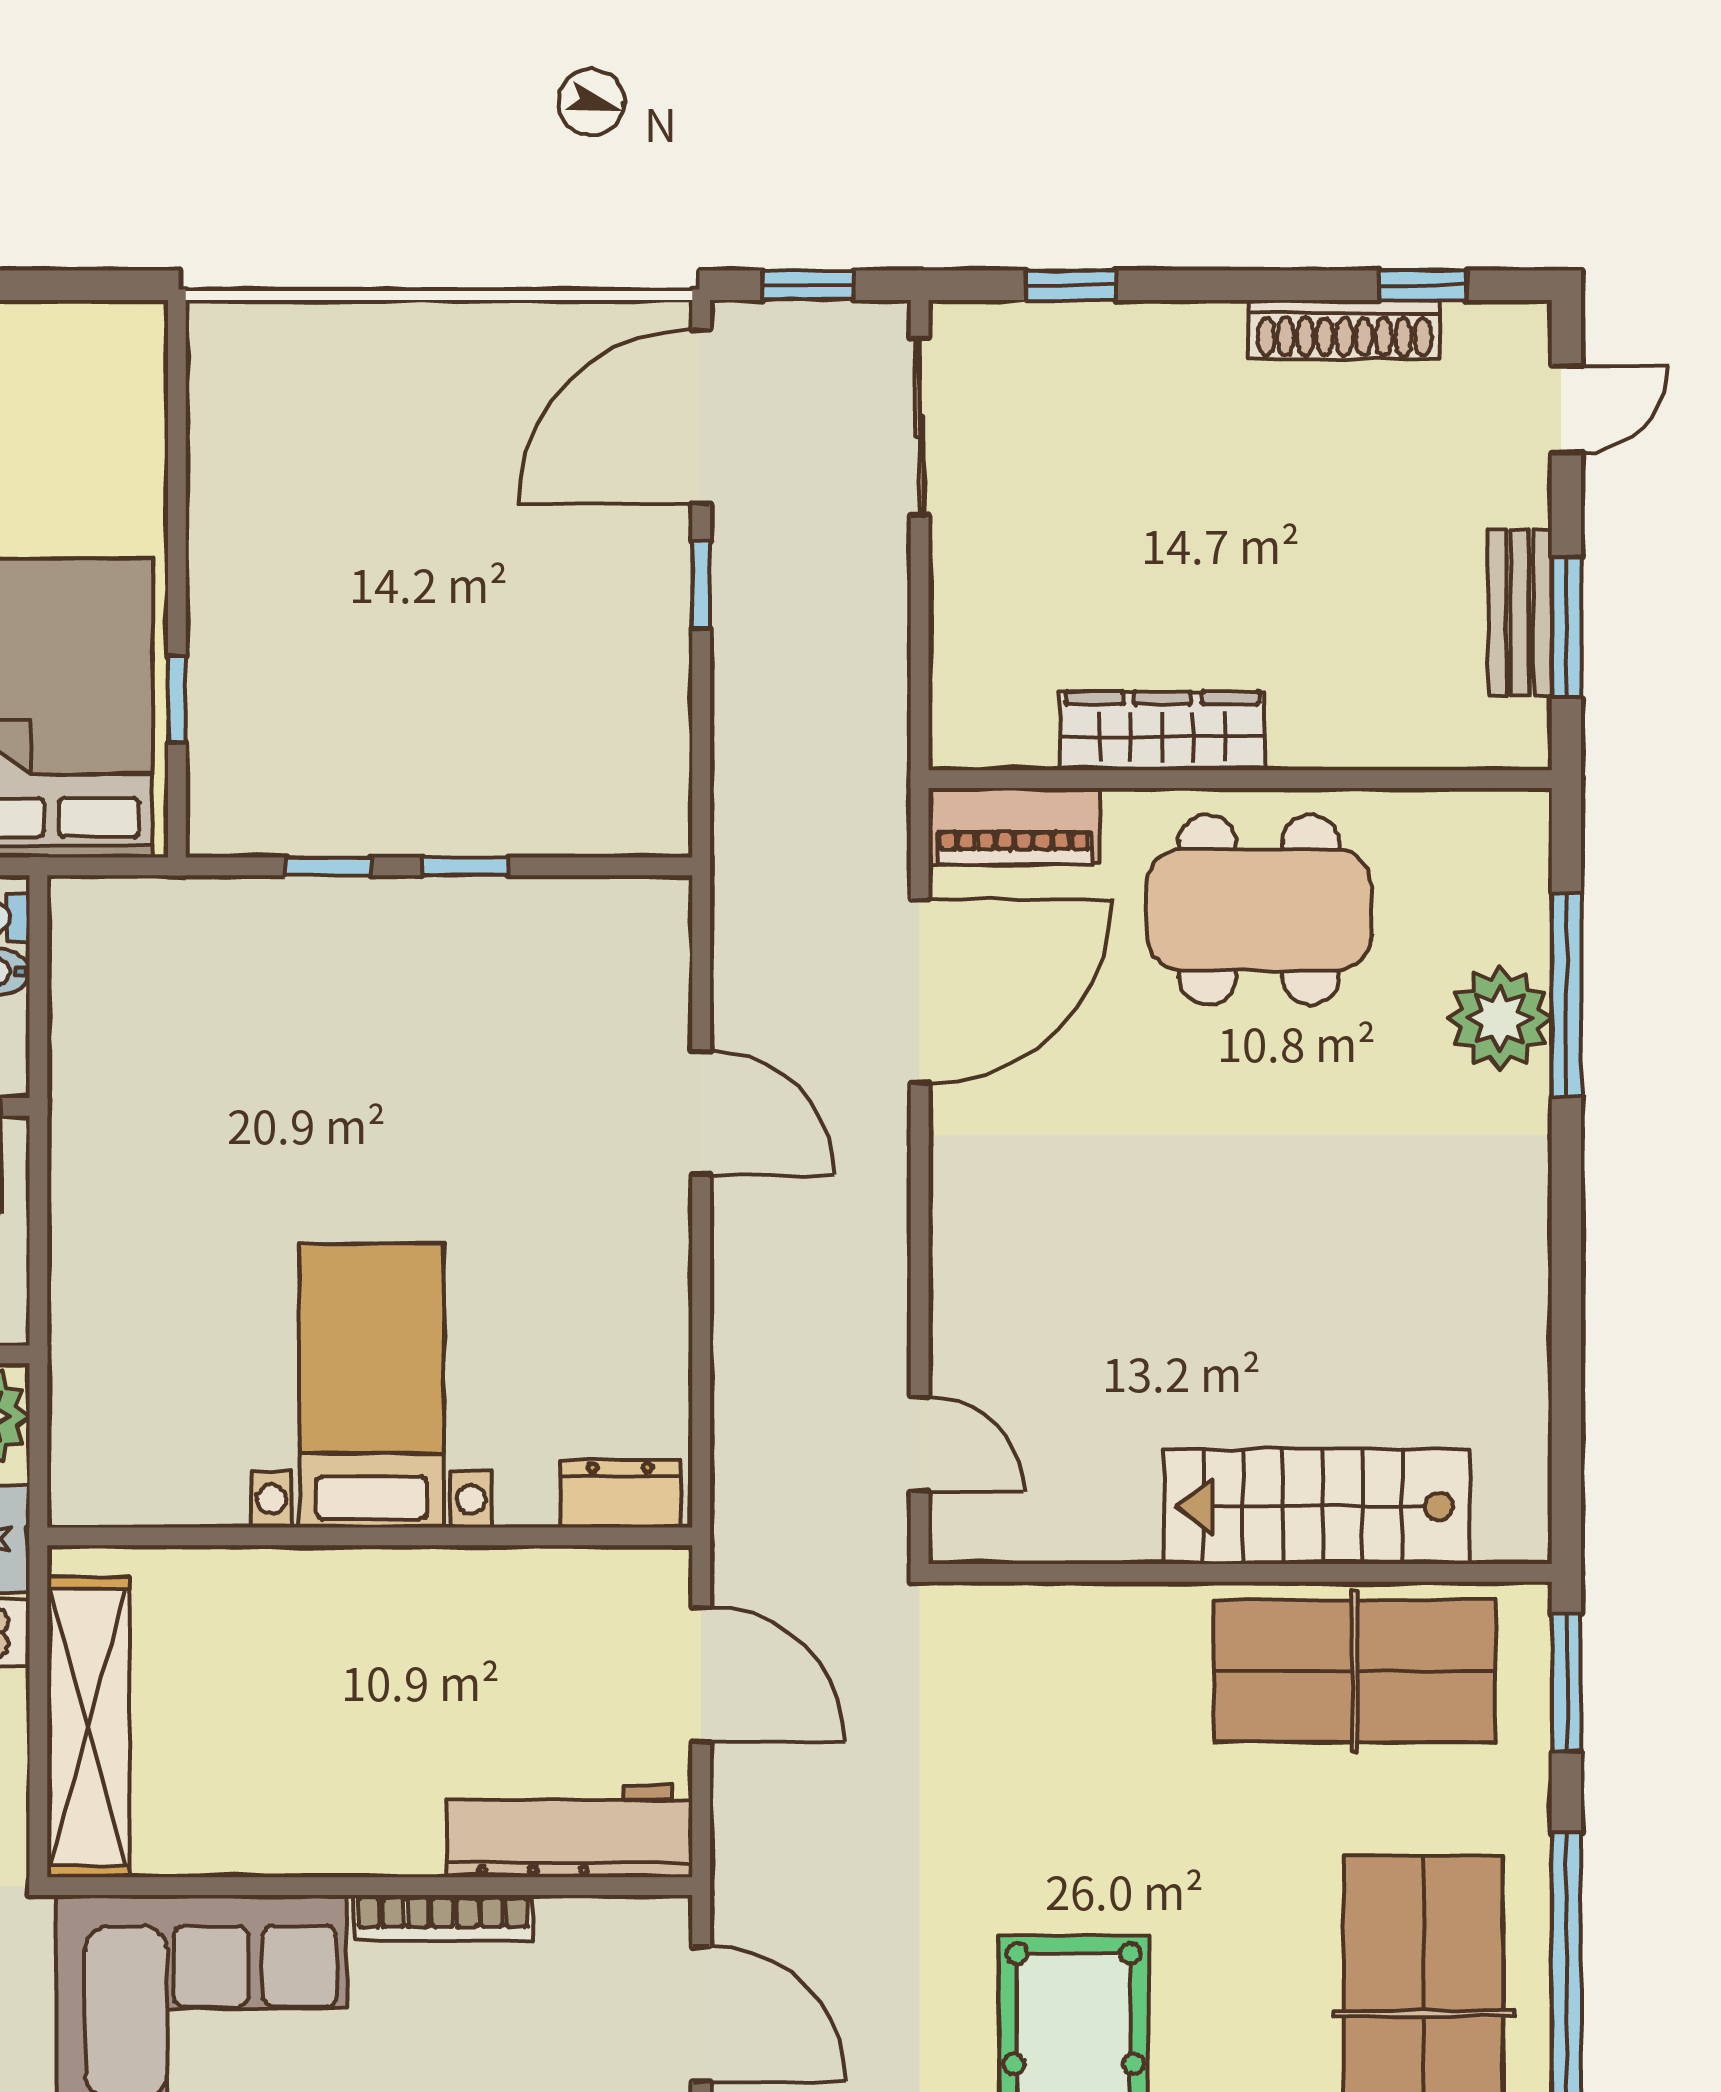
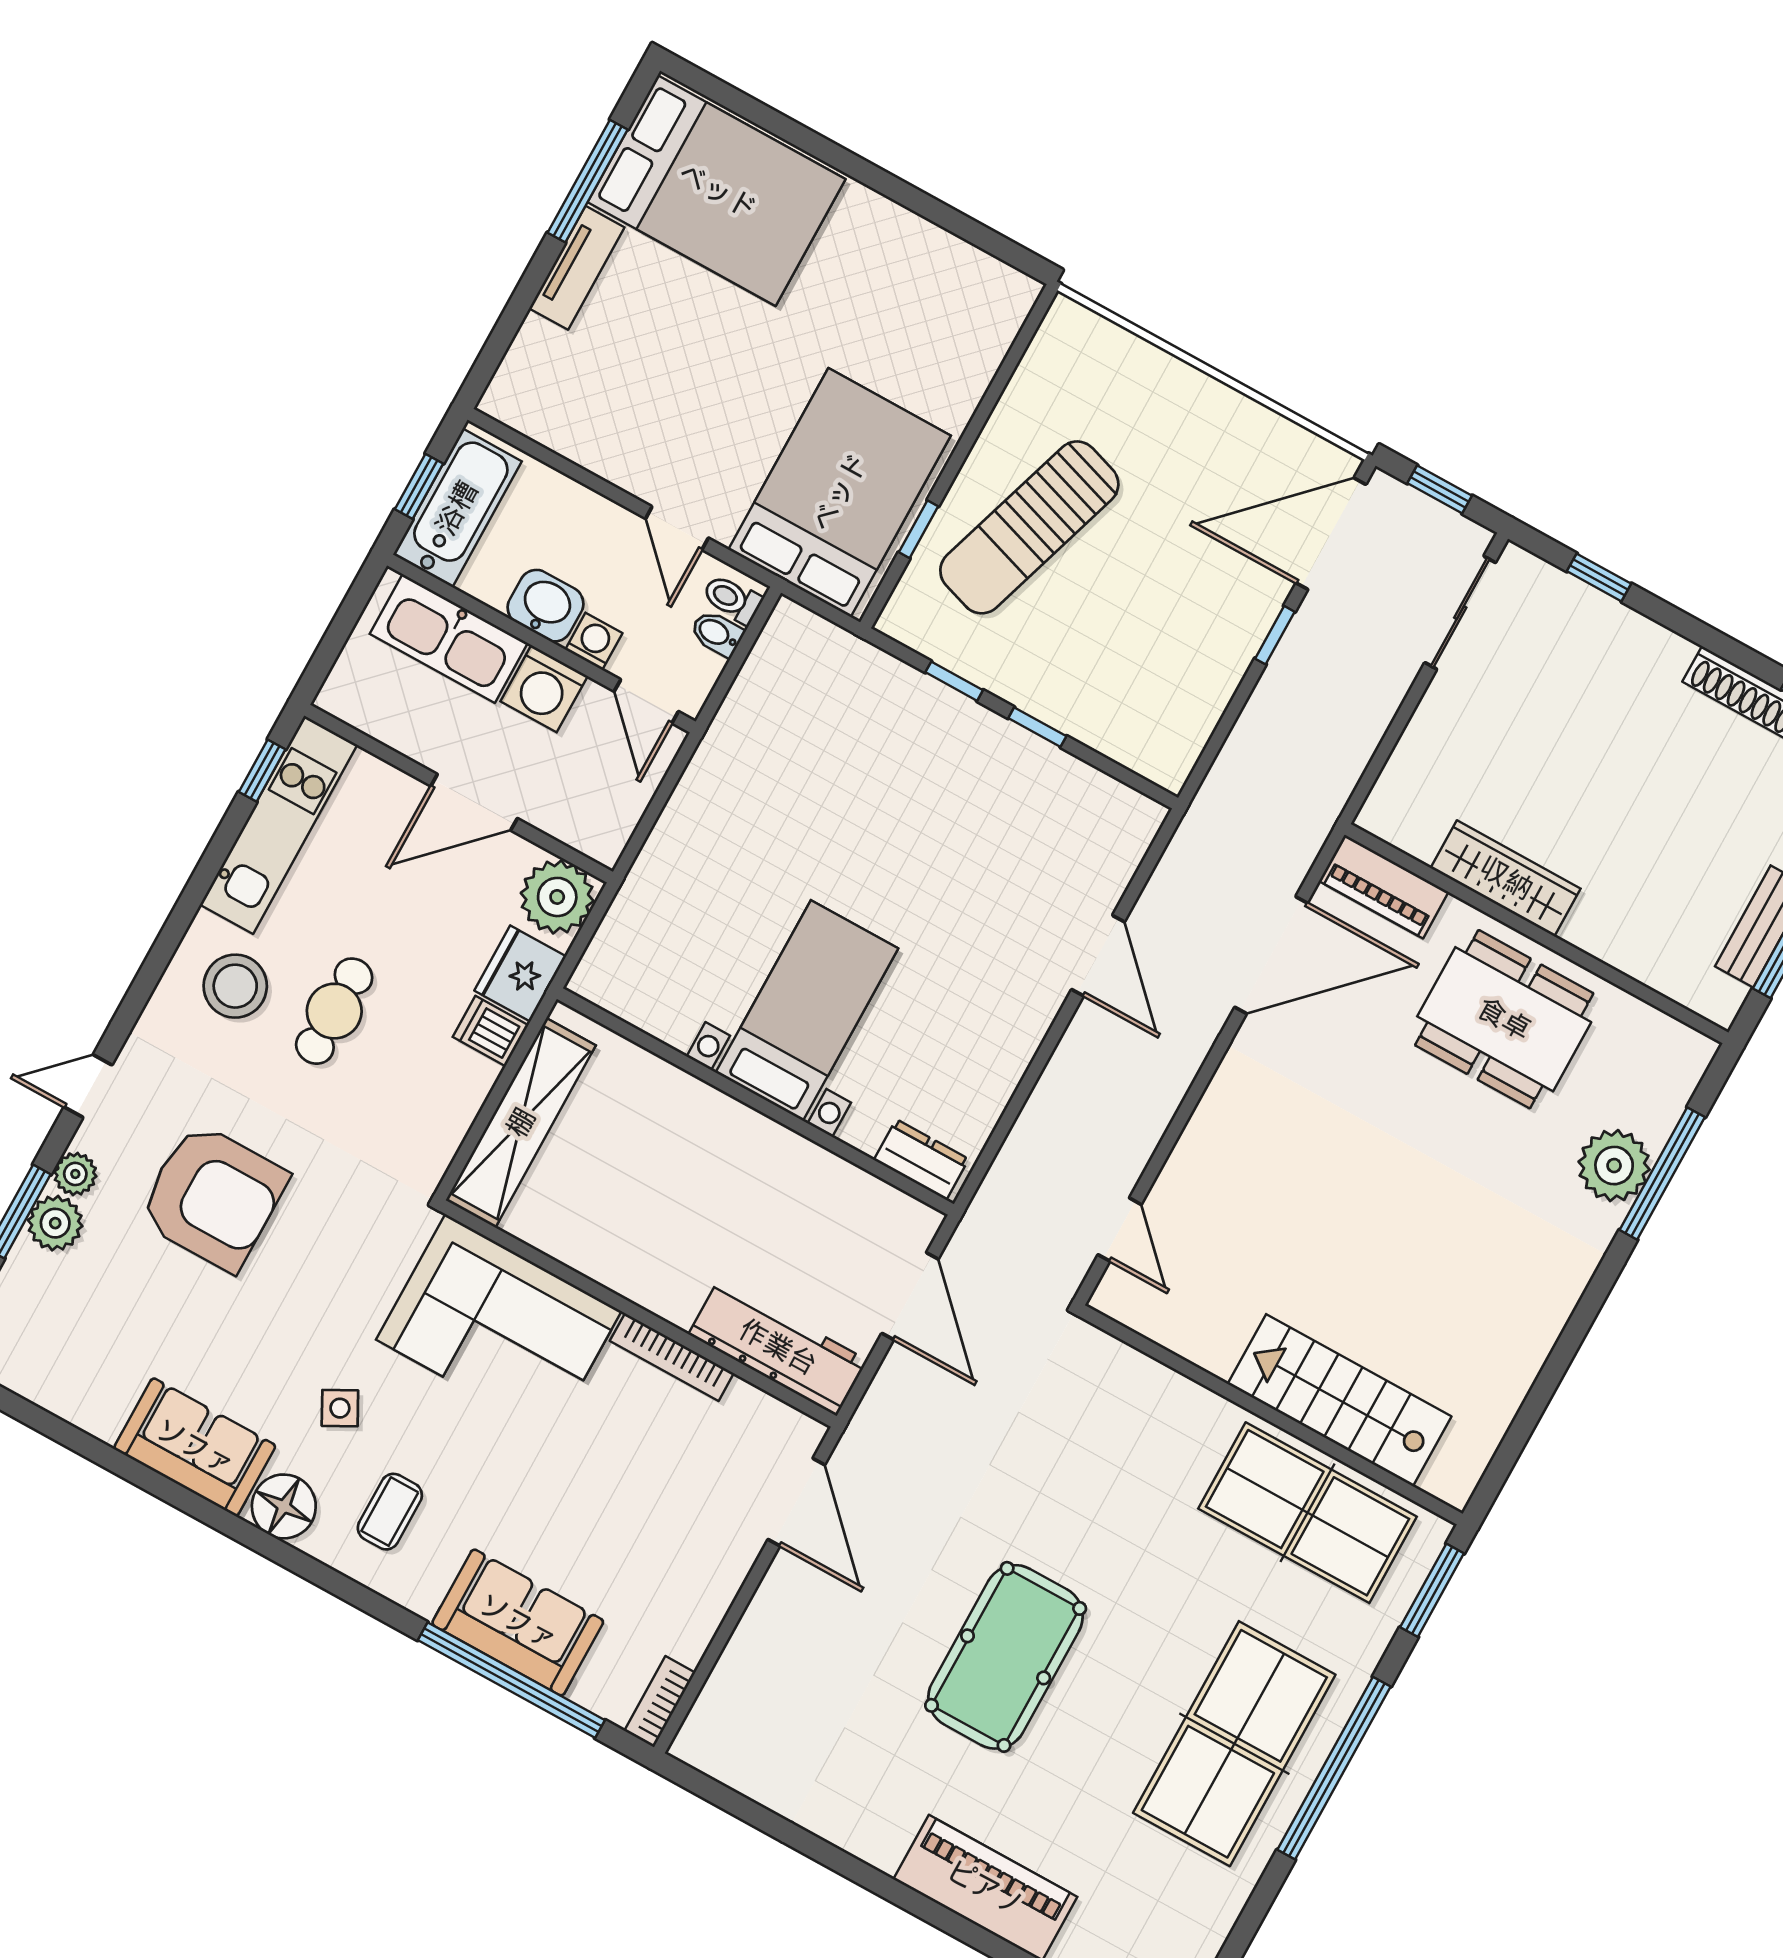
sun lounger: (316, 620) -> (1029, 527), added

